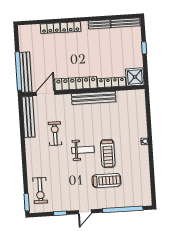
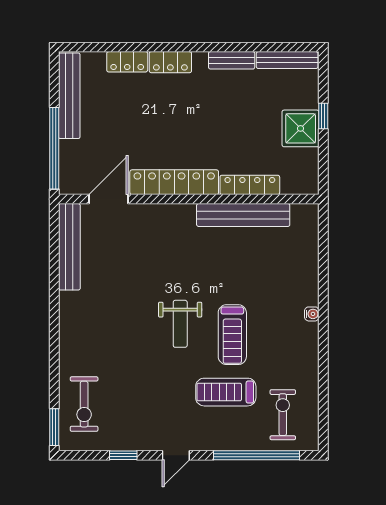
bench: (26, 72) -> (69, 96), moved
shower: (135, 77) -> (301, 128), moved
bench: (94, 98) -> (243, 215), moved
exercise bike: (55, 134) -> (283, 415), moved
weight bench: (83, 150) -> (180, 324), turned 90
treadmill: (106, 181) -> (226, 392), turned 180

